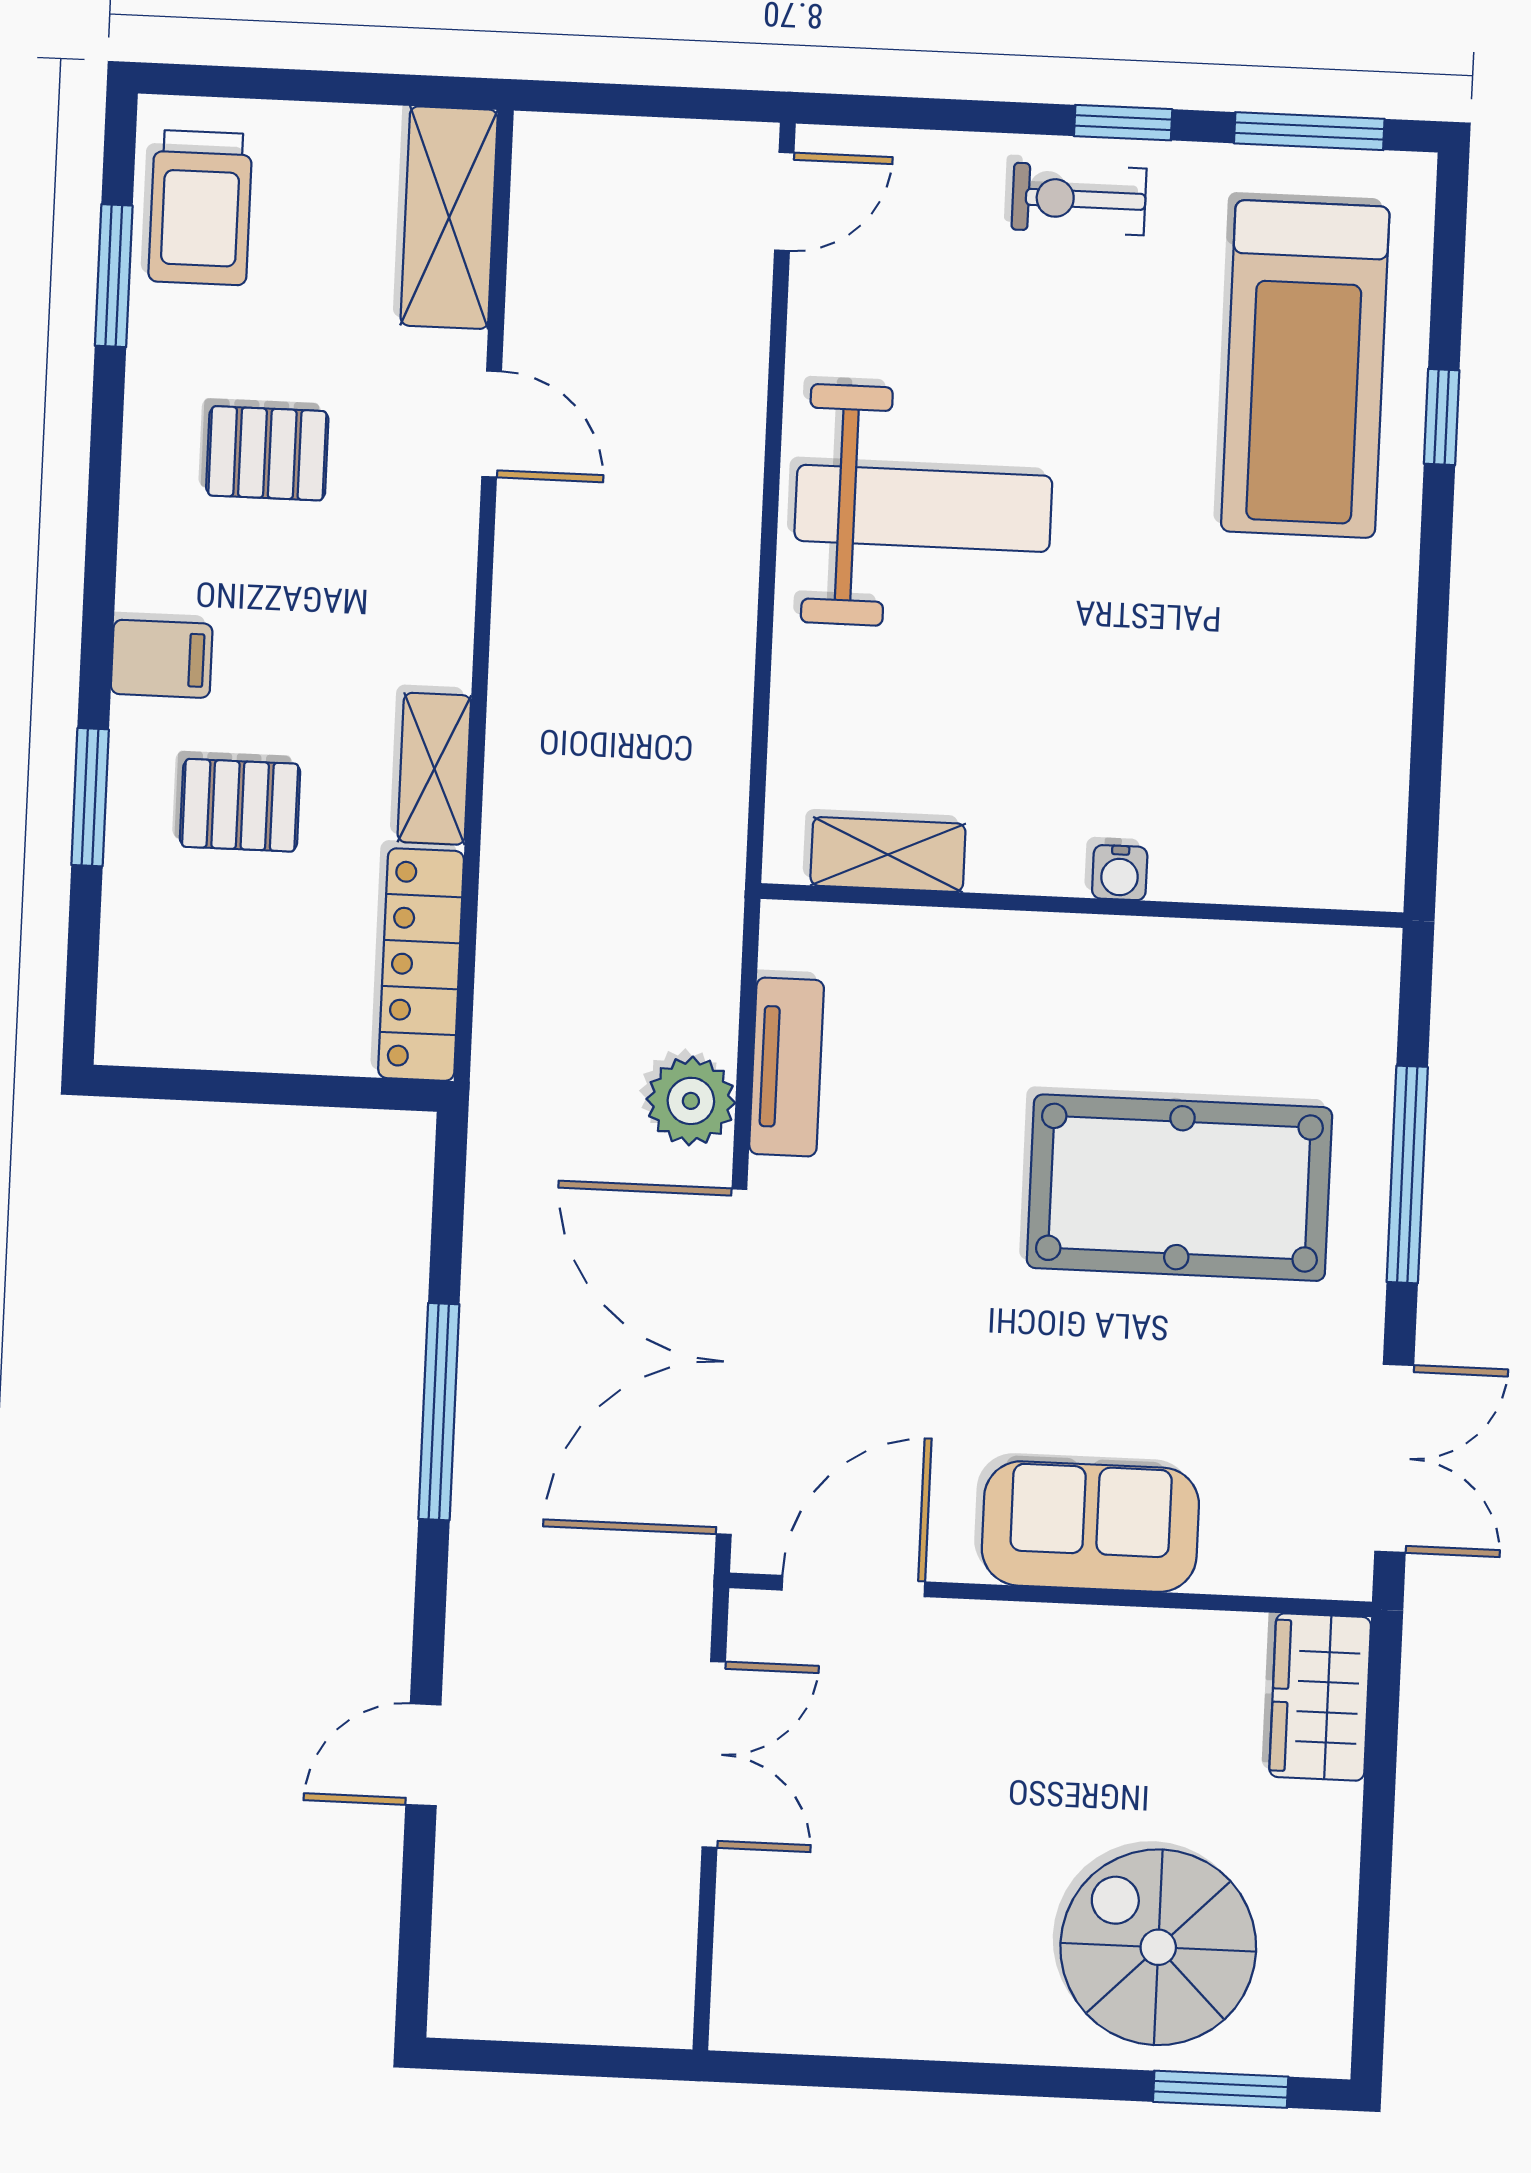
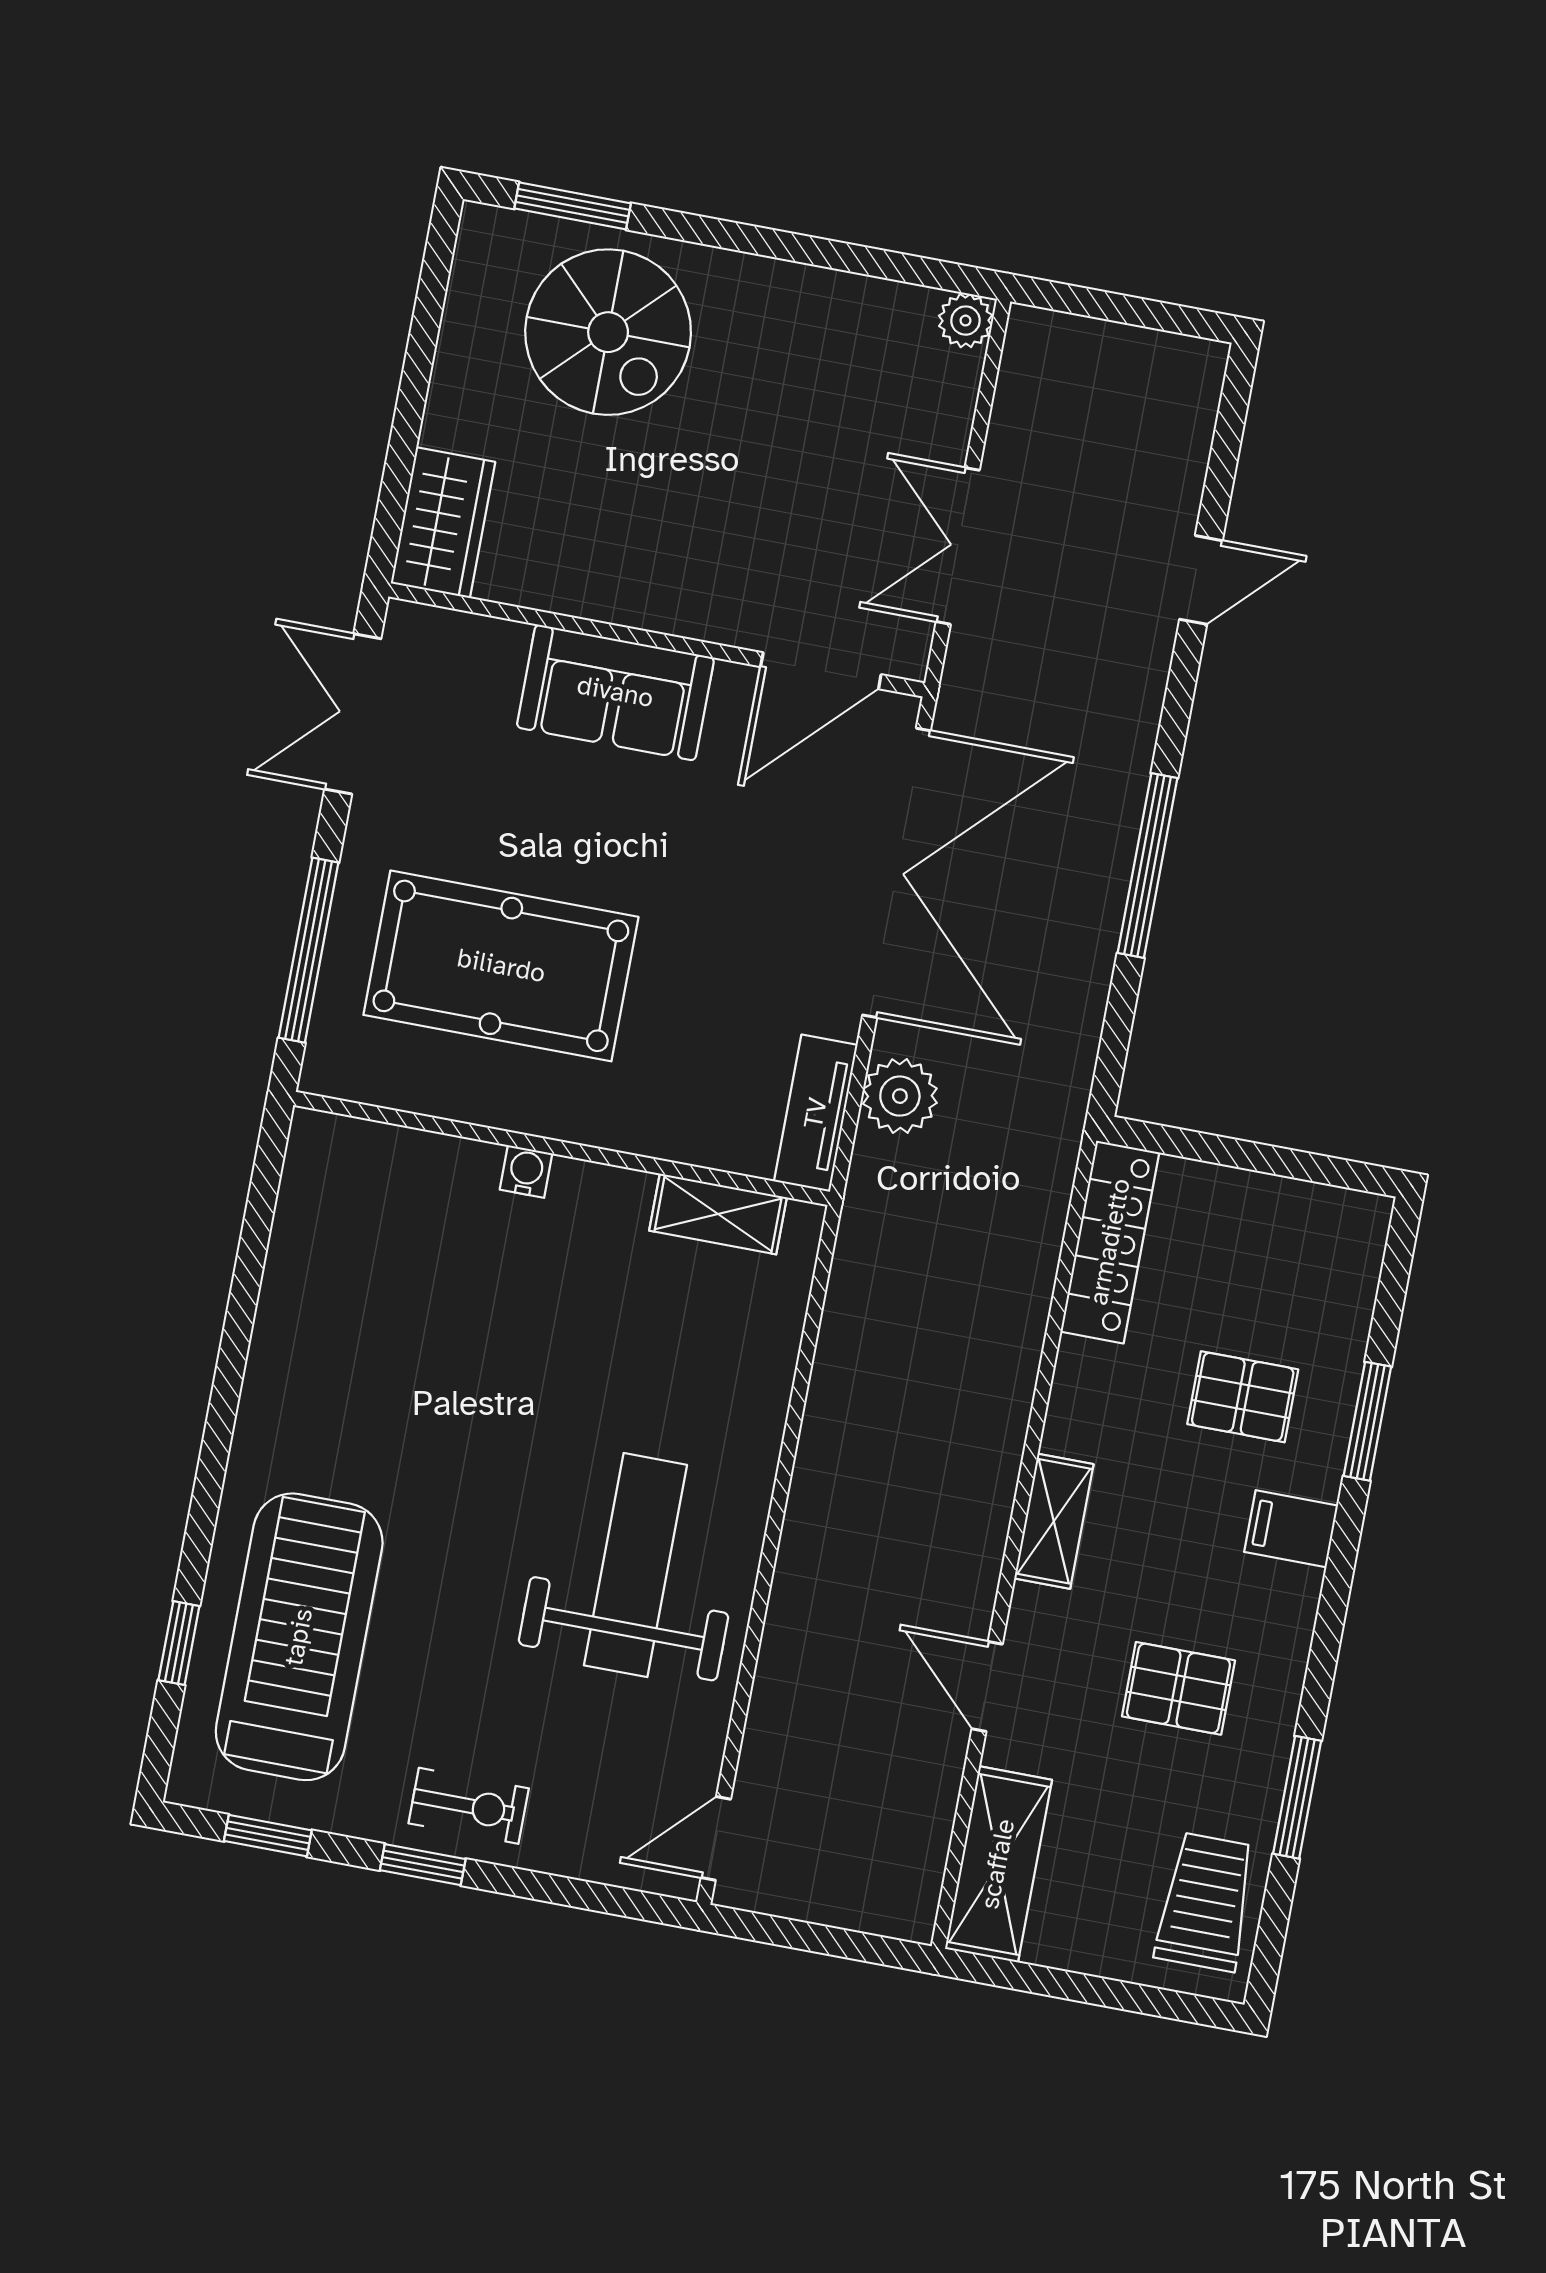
window: (1309, 131) -> (268, 1836), width x0.67
window: (114, 276) -> (1297, 1797), moved
window: (1442, 417) -> (179, 1643), moved
weight bench: (923, 508) -> (635, 1565), turned 90
shelving: (434, 769) -> (1054, 1521), moved
shelving: (888, 855) -> (718, 1214), moved
water cooler: (1120, 873) -> (526, 1172), moved
wall: (1082, 906) -> (562, 1148), moved
plant: (742, 2020) -> (966, 321), added

